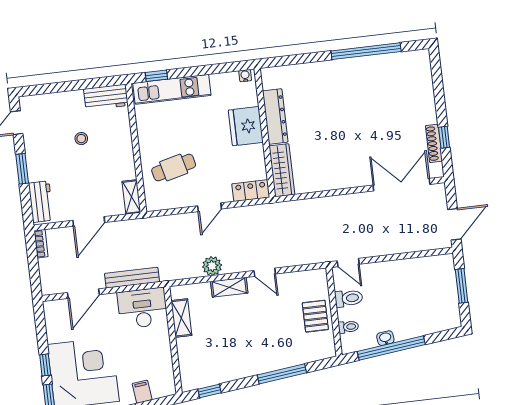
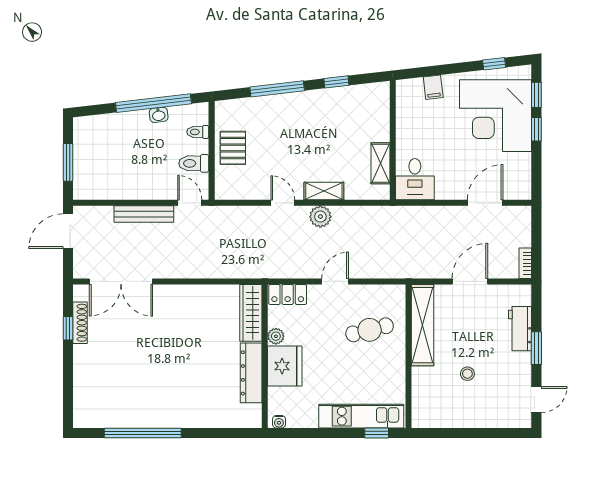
workbench: (106, 97) -> (435, 416), removed
plant: (257, 152) -> (276, 336), added
shelving: (131, 197) -> (423, 325), width x2.20, depth x1.33
workbench: (41, 202) -> (520, 329), moved
plant: (212, 266) -> (320, 217), moved
bench: (132, 278) -> (144, 214), moved
desk: (142, 308) -> (415, 179), width x0.73
window: (209, 391) -> (336, 82), moved

